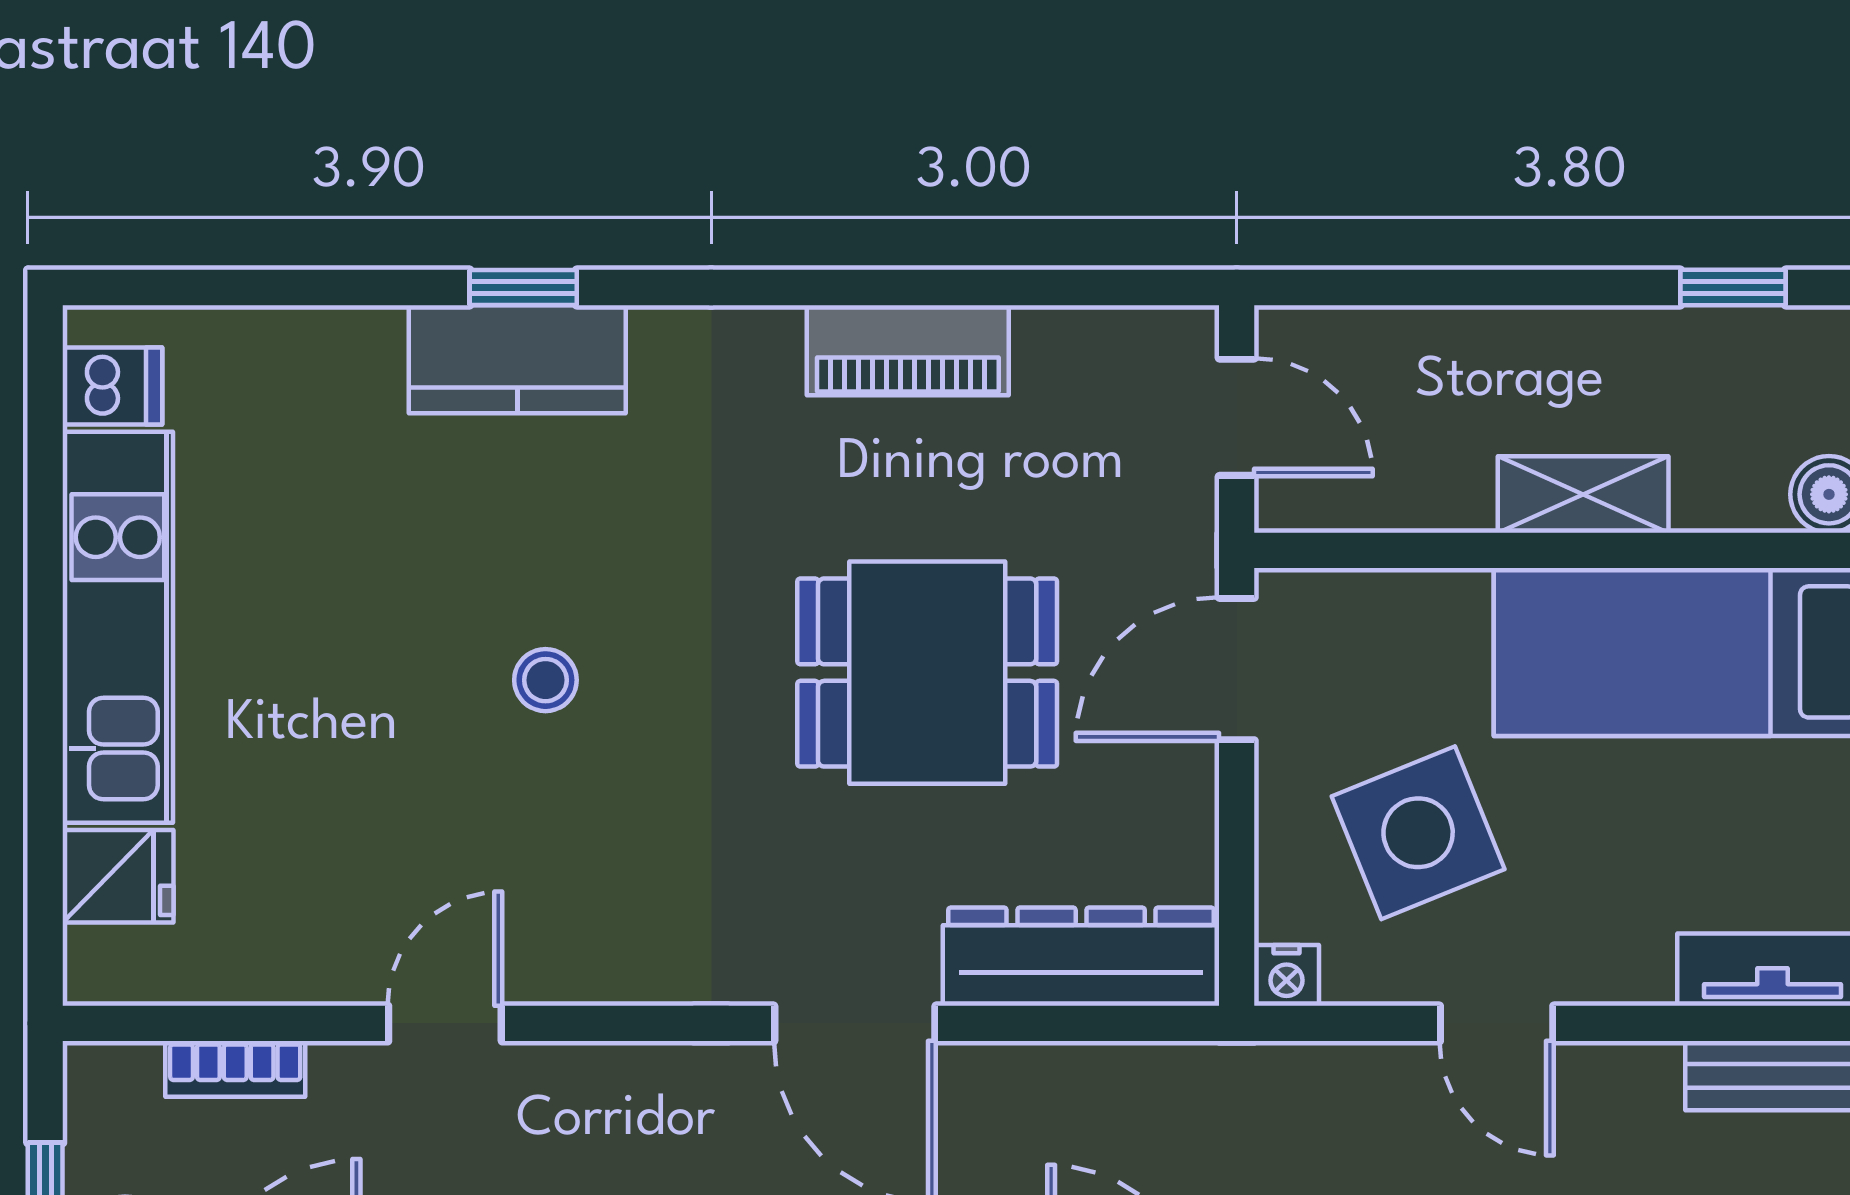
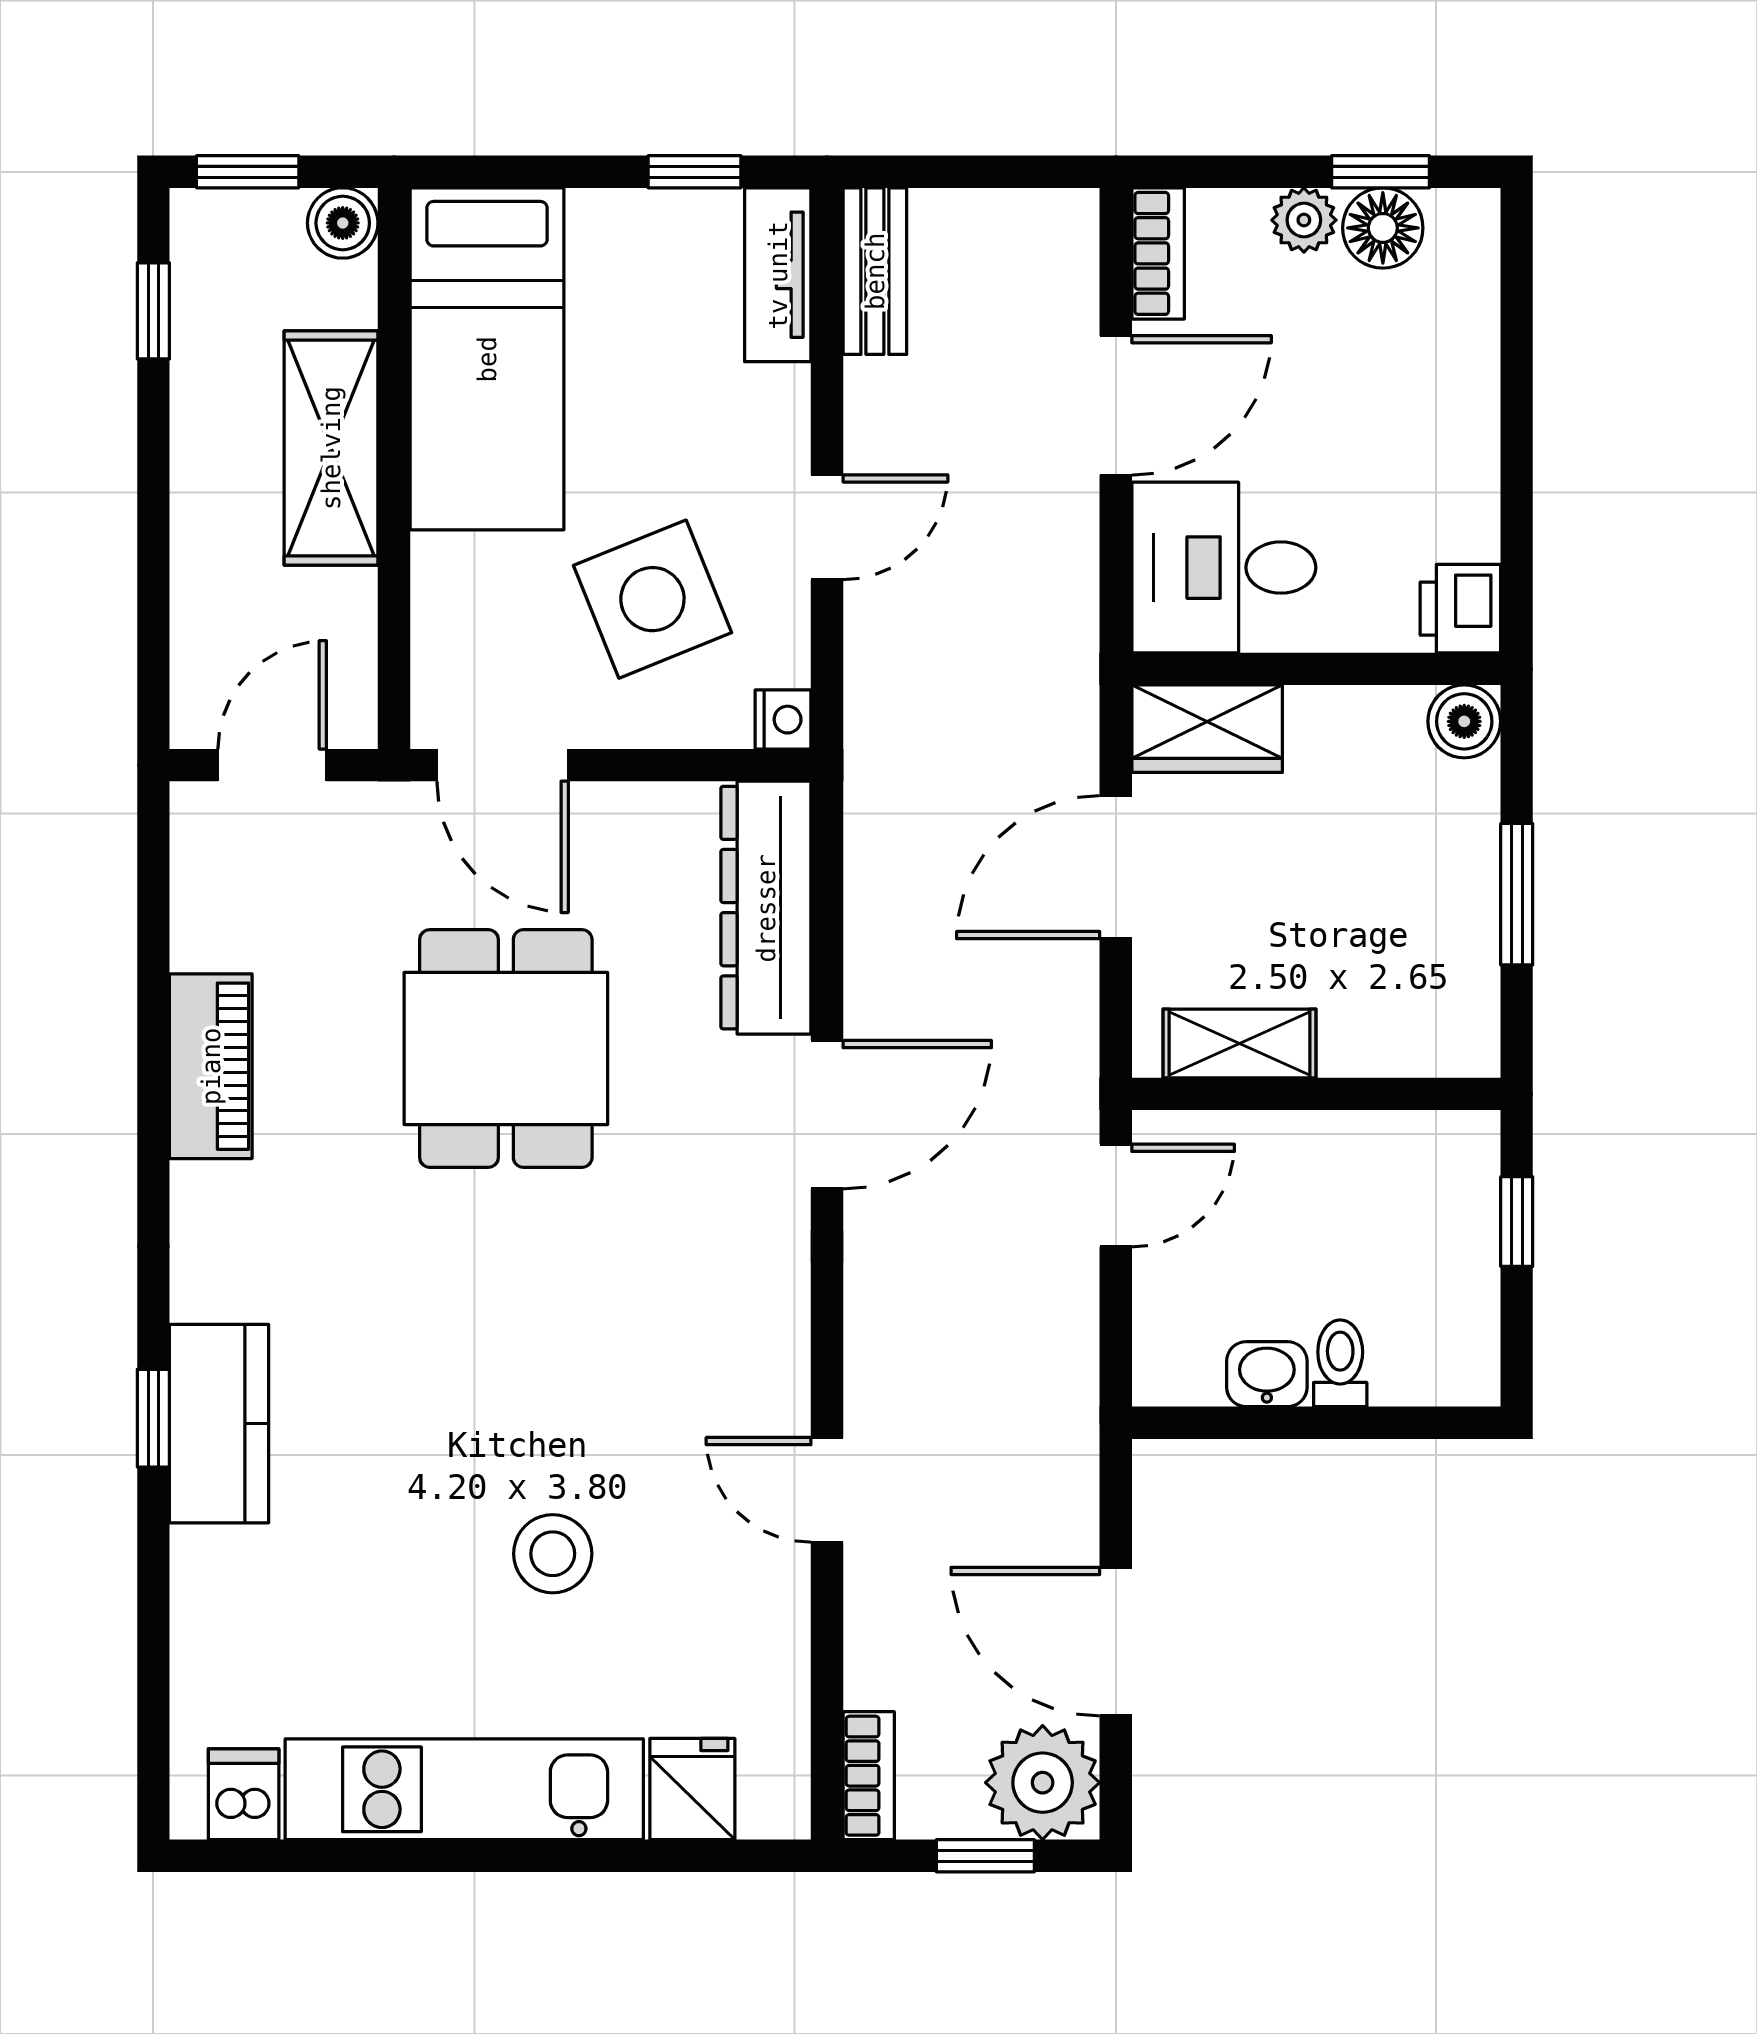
shelving: (1583, 494) -> (331, 448), width x1.50, depth x1.33
stool: (545, 680) -> (553, 1554), moved, width x1.37, depth x1.37
bookcase: (235, 1069) -> (869, 1776), moved

